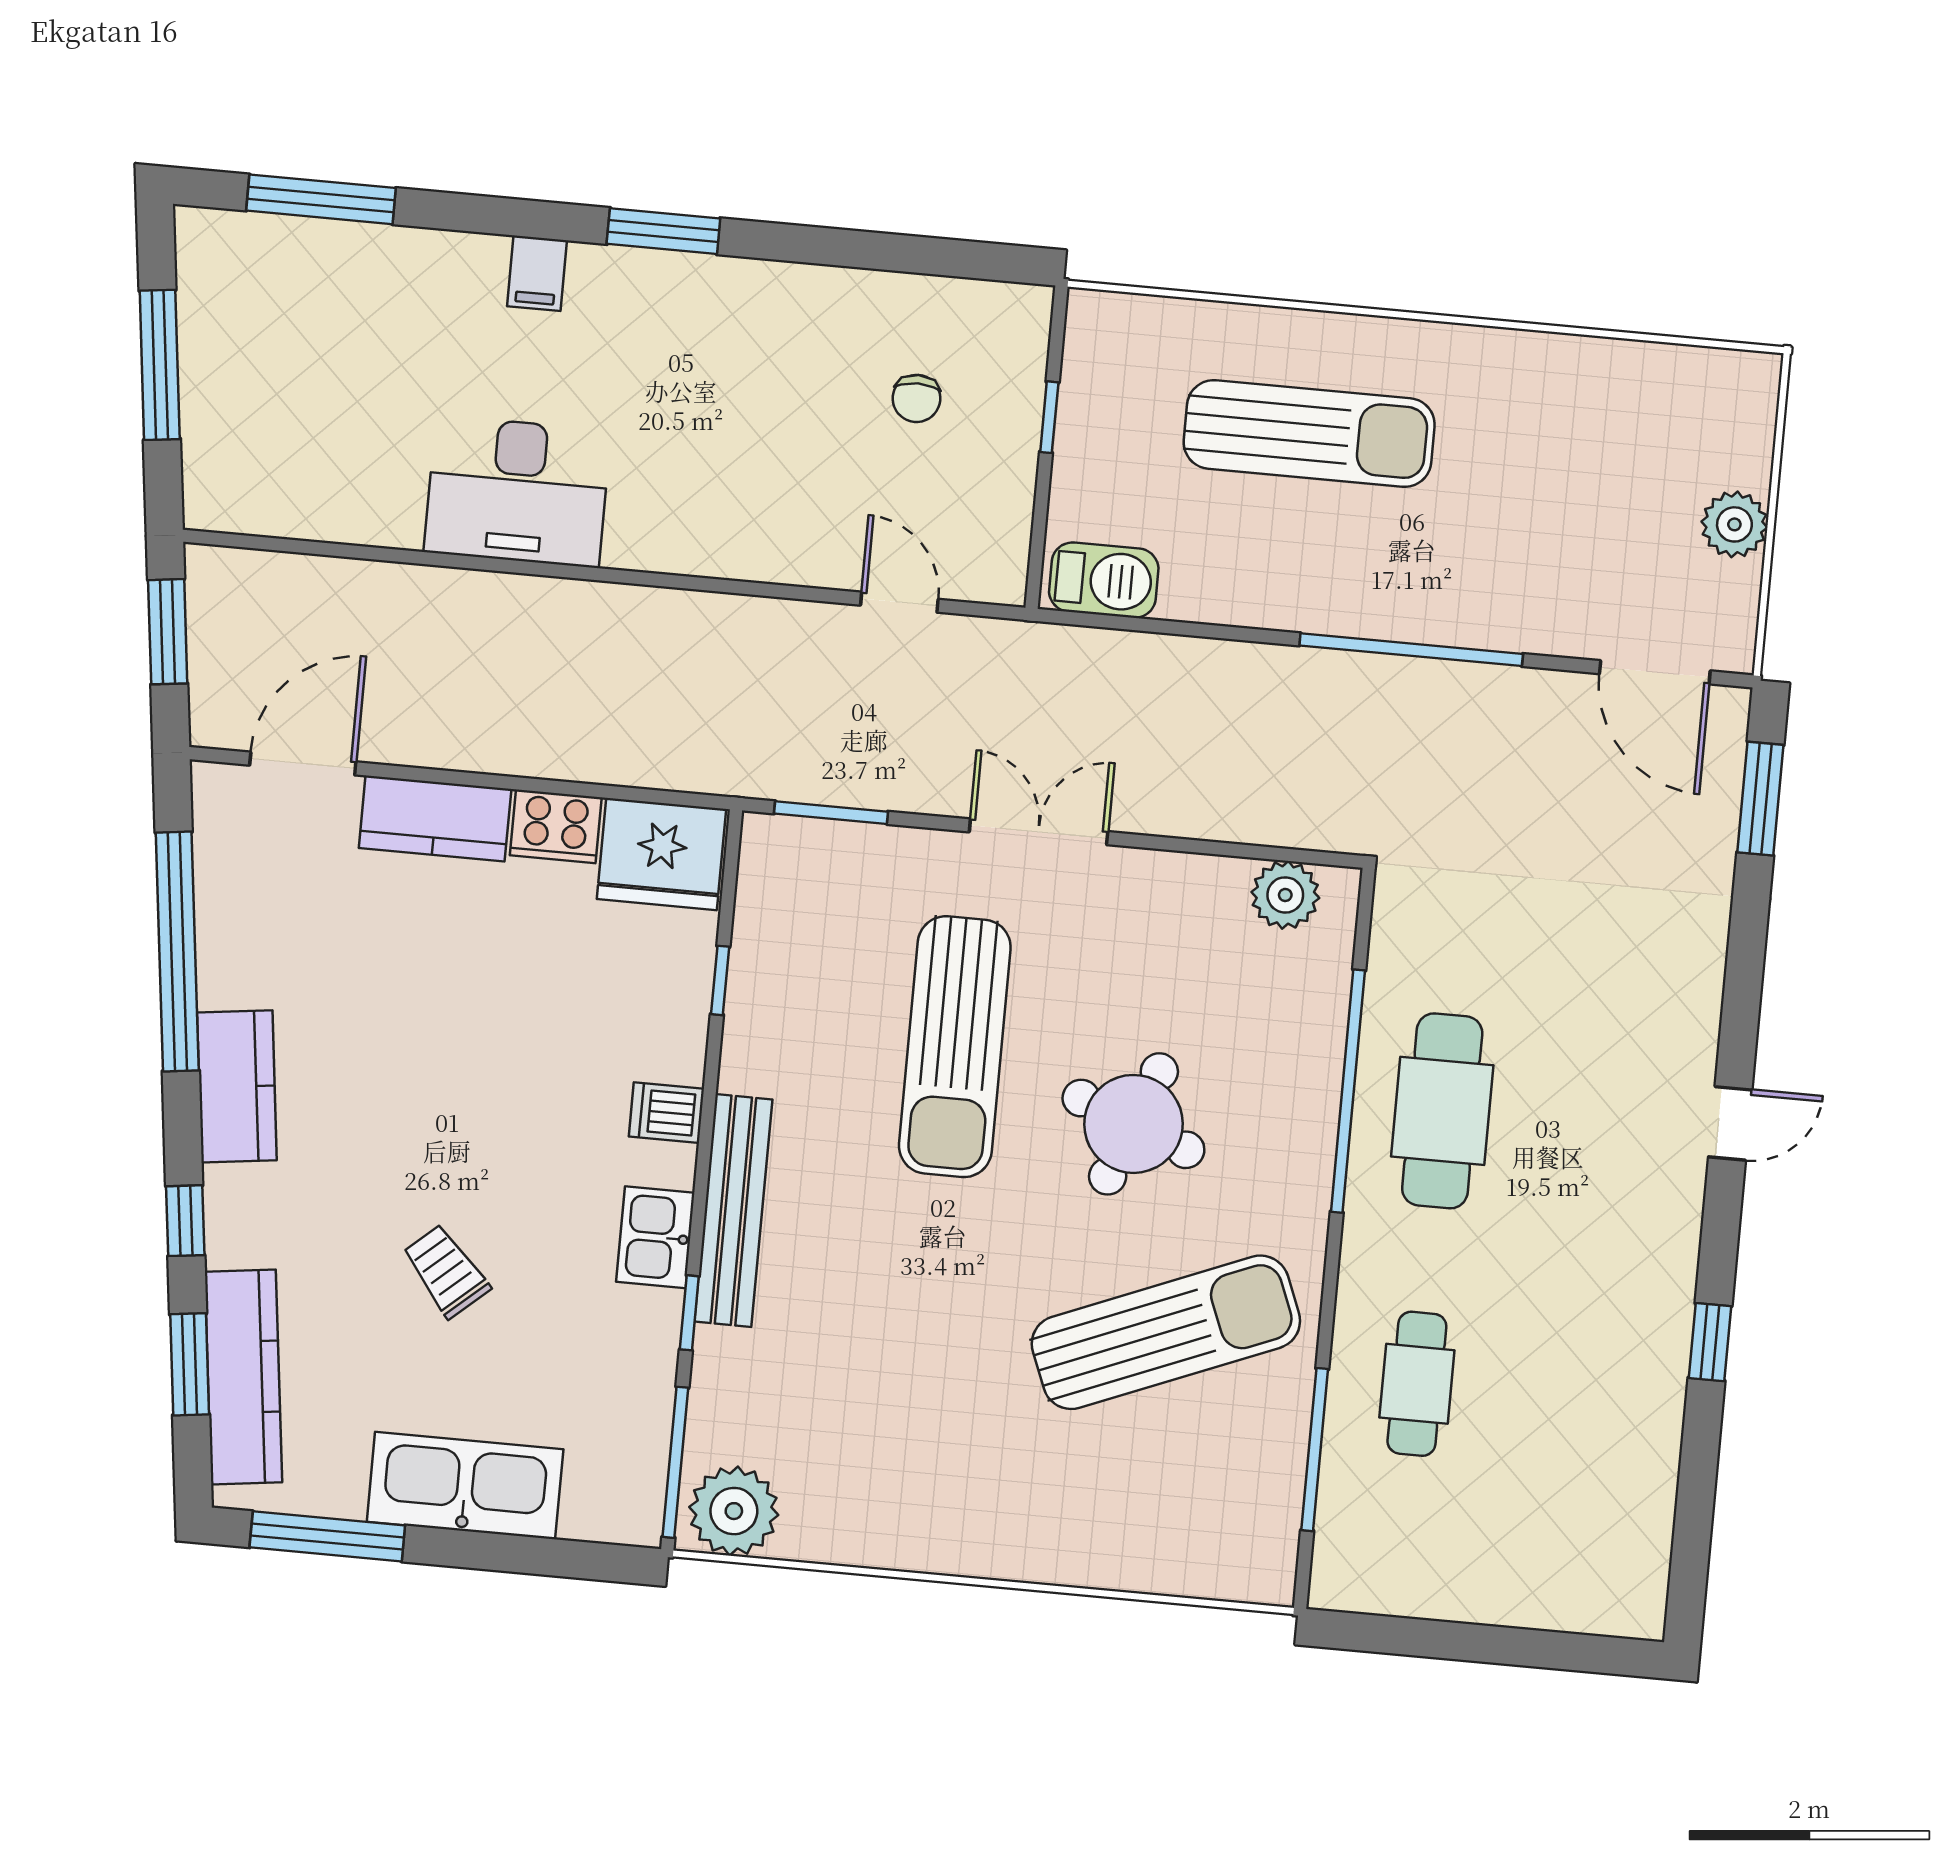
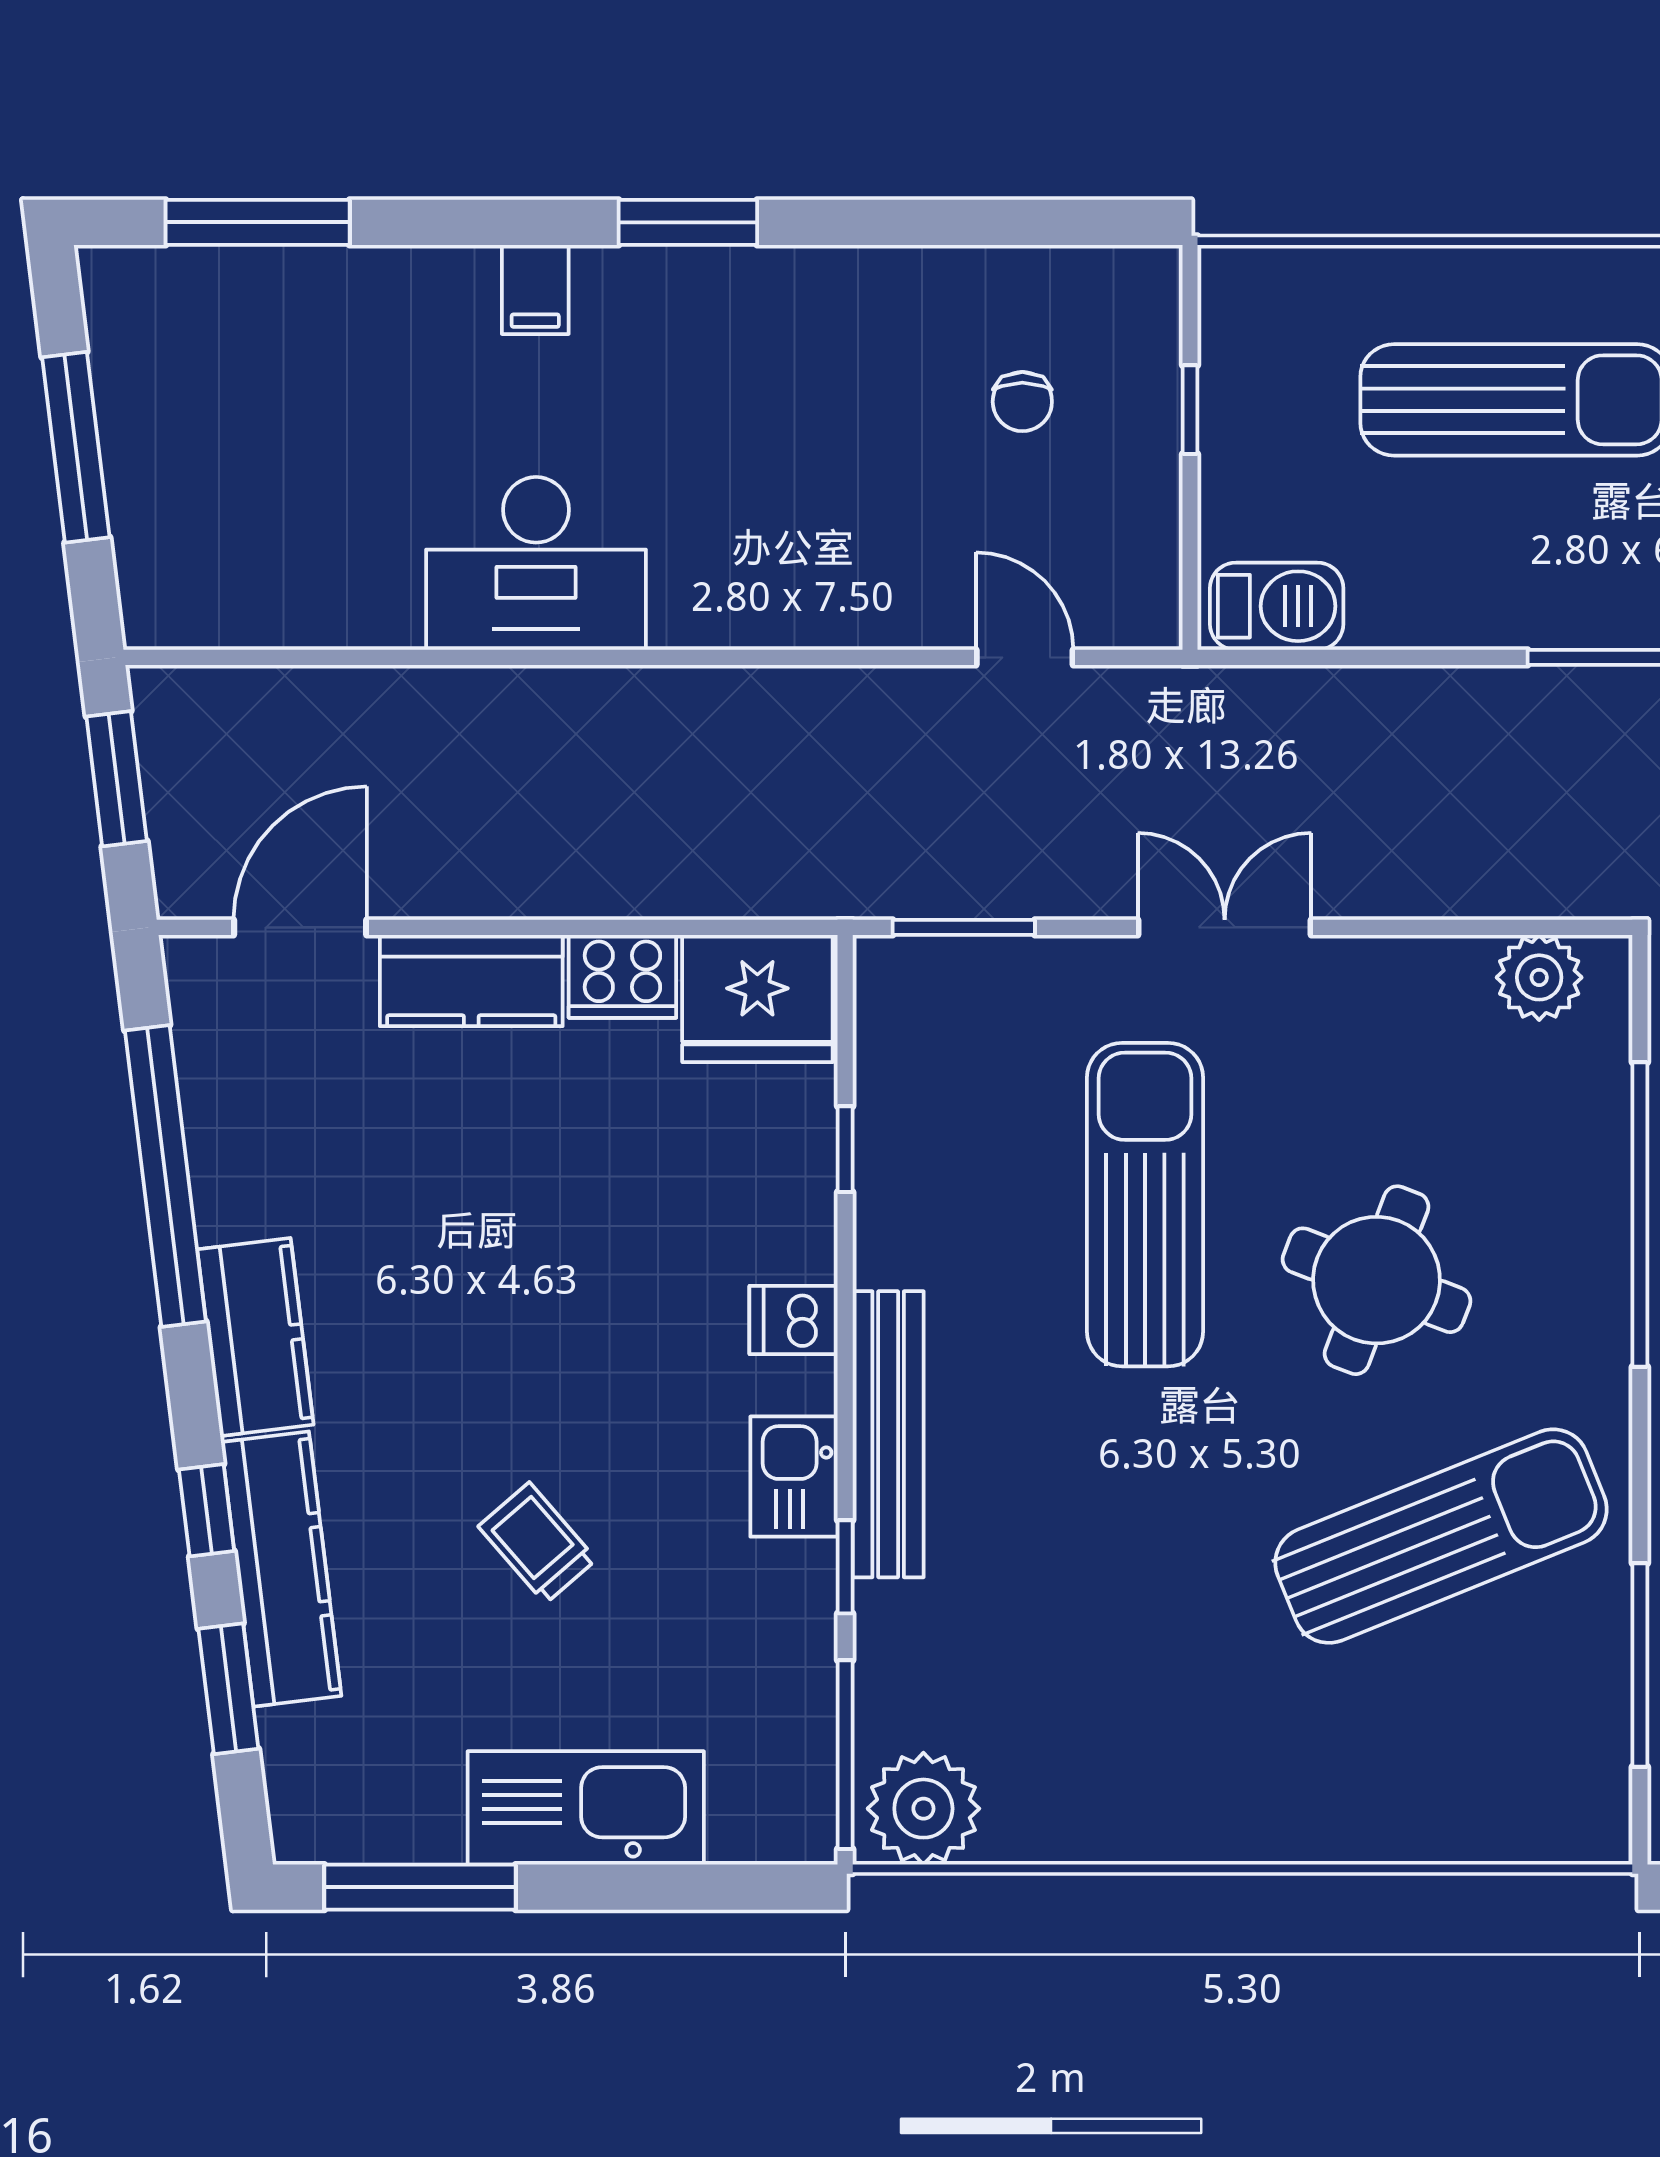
sun lounger: (955, 1047) -> (1145, 1205), turned 180
kitchen counter: (243, 1377) -> (281, 1569), moved

